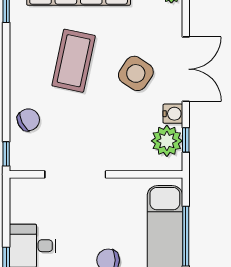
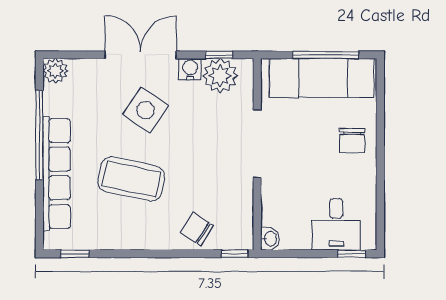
chair: (28, 120) -> (197, 229), turned -31
doorway: (75, 174) -> (257, 144), moved
washbasin: (20, 186) -> (270, 239), added

